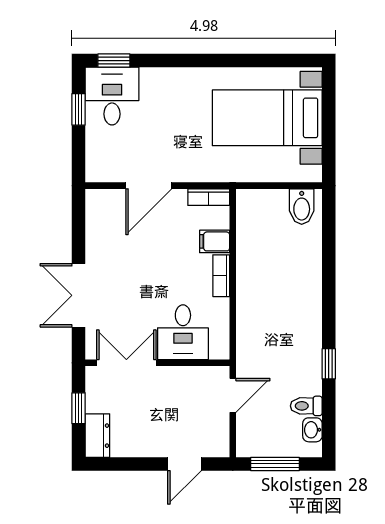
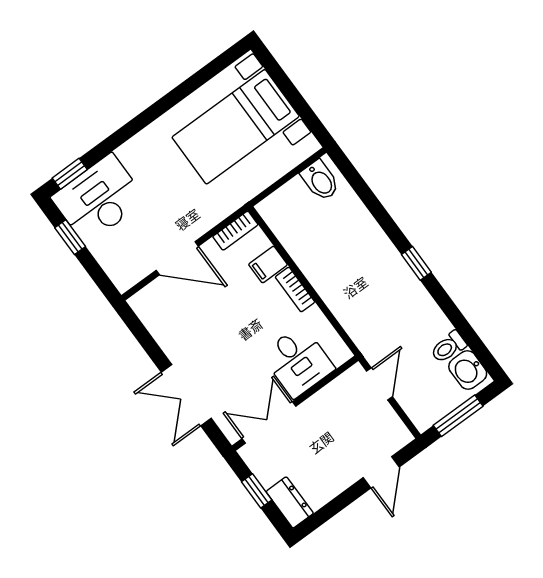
desk: (112, 96) -> (99, 199), width x1.37
door: (149, 186) -> (177, 258), hinge flipped
window: (329, 364) -> (416, 263), moved
washbasin: (312, 430) -> (468, 370), width x1.38, depth x1.45

